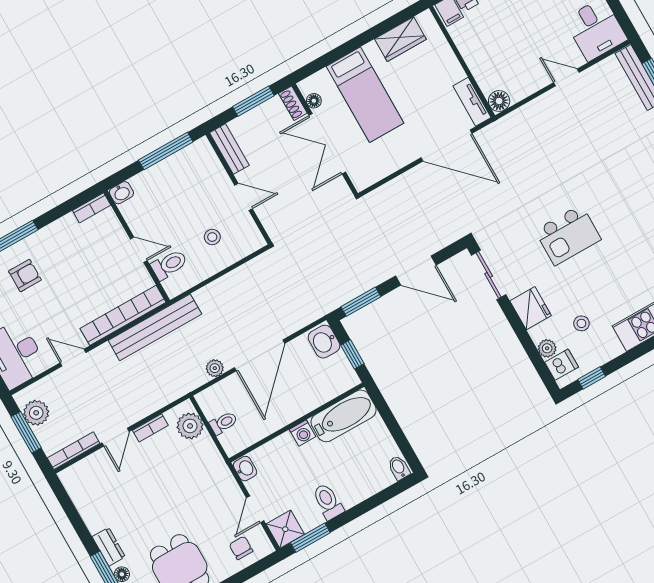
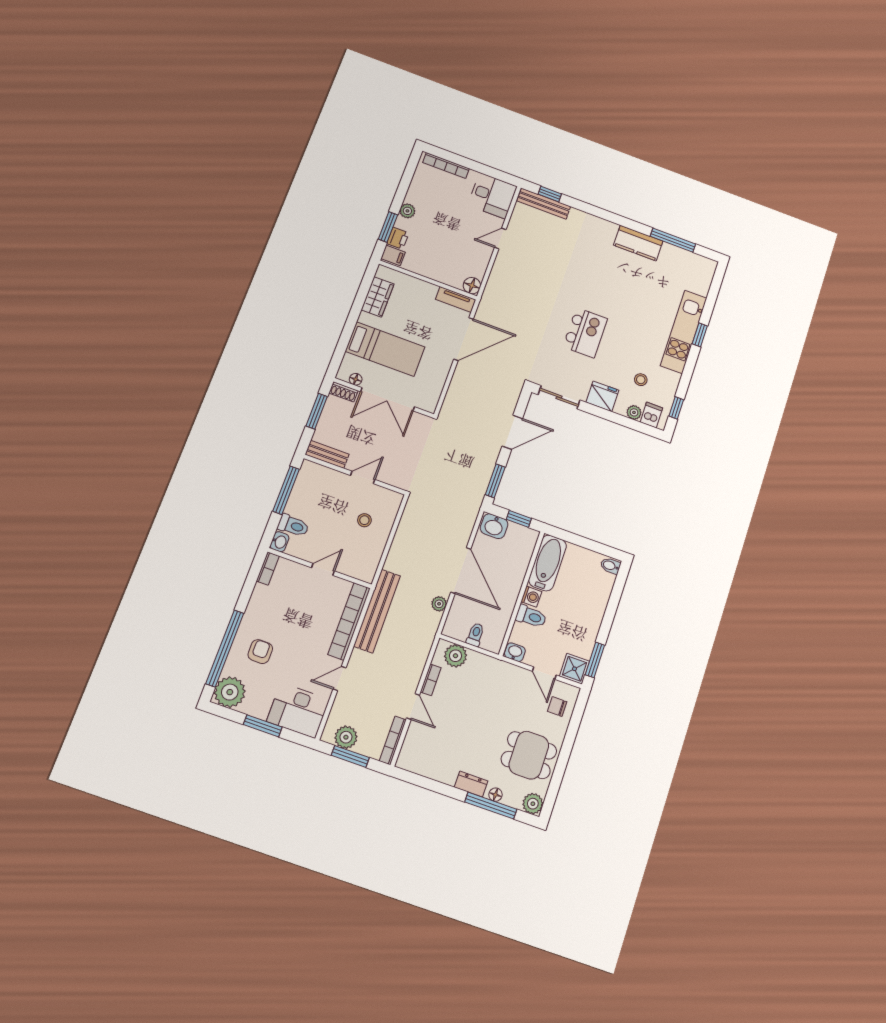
toilet: (169, 265) -> (293, 526), moved, turned 90
toilet: (328, 502) -> (531, 616), moved, turned 180

